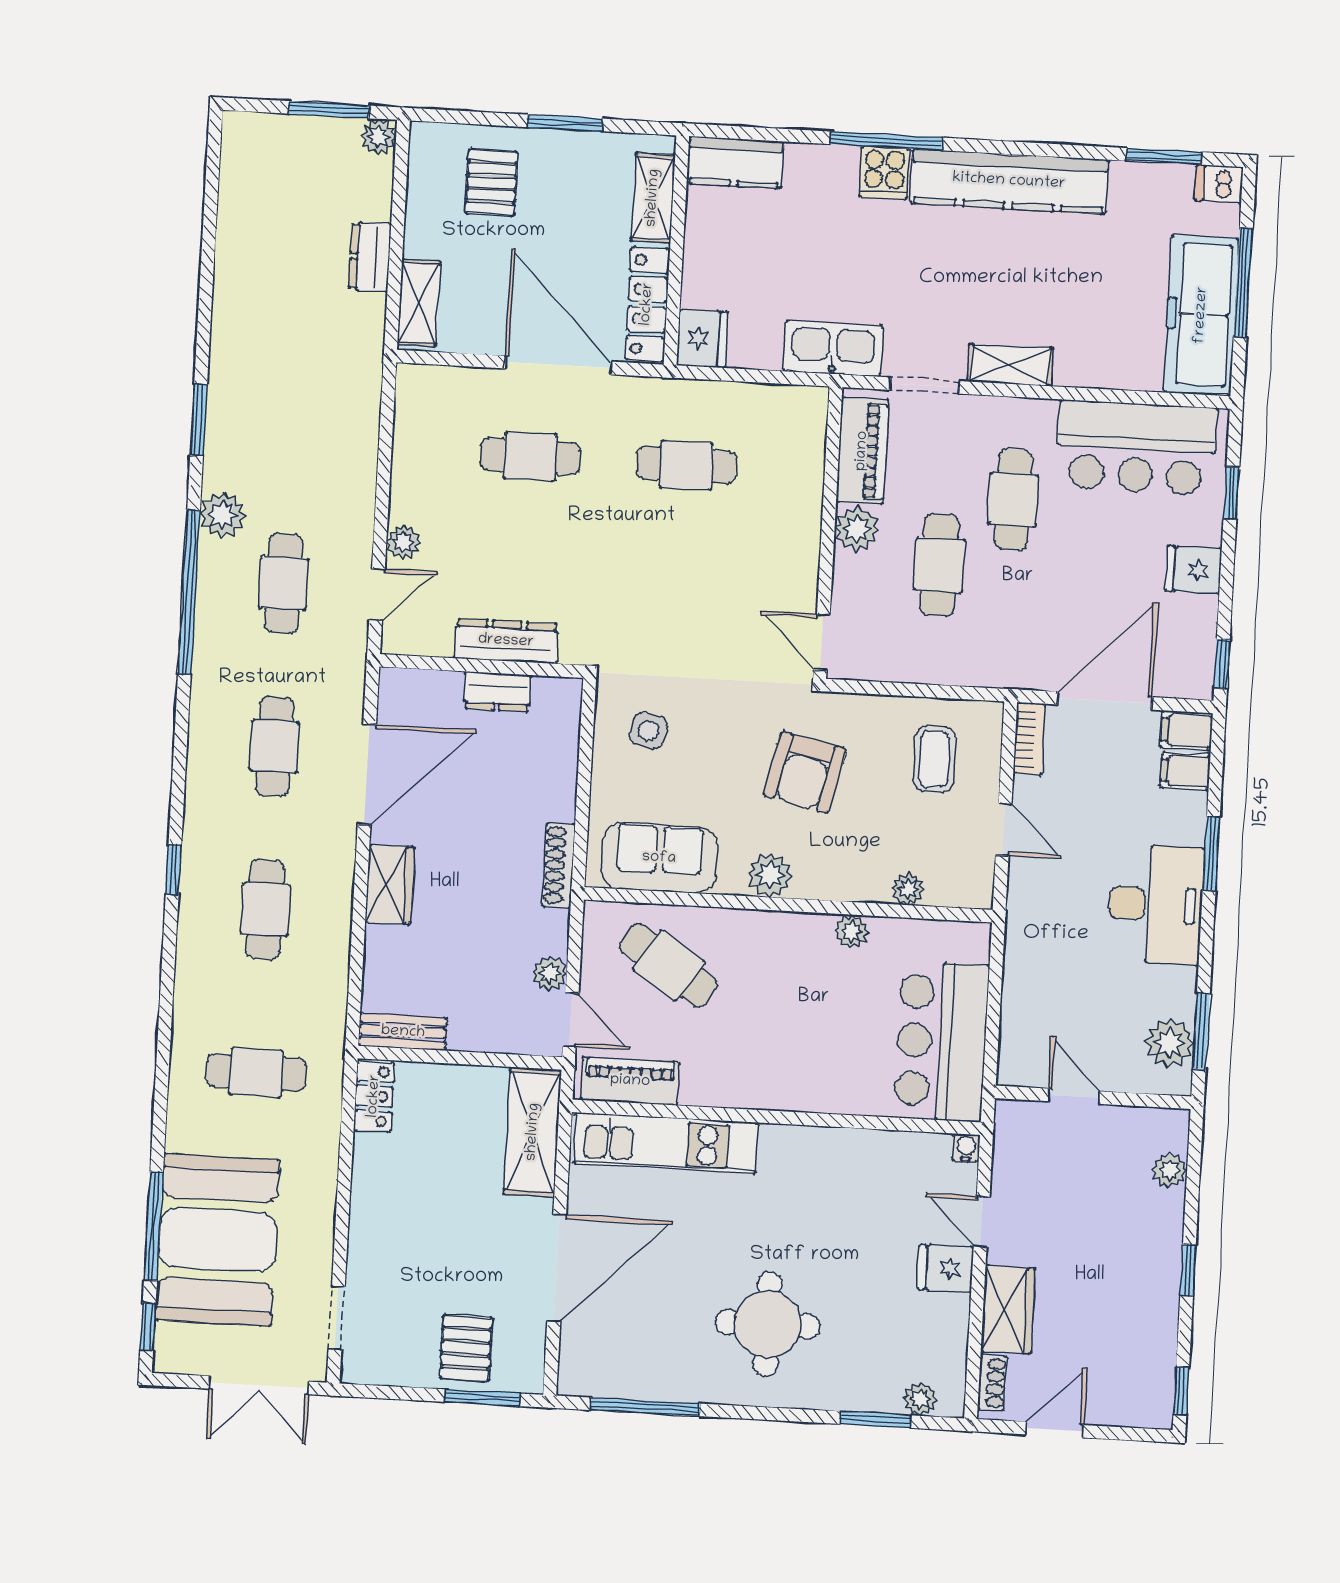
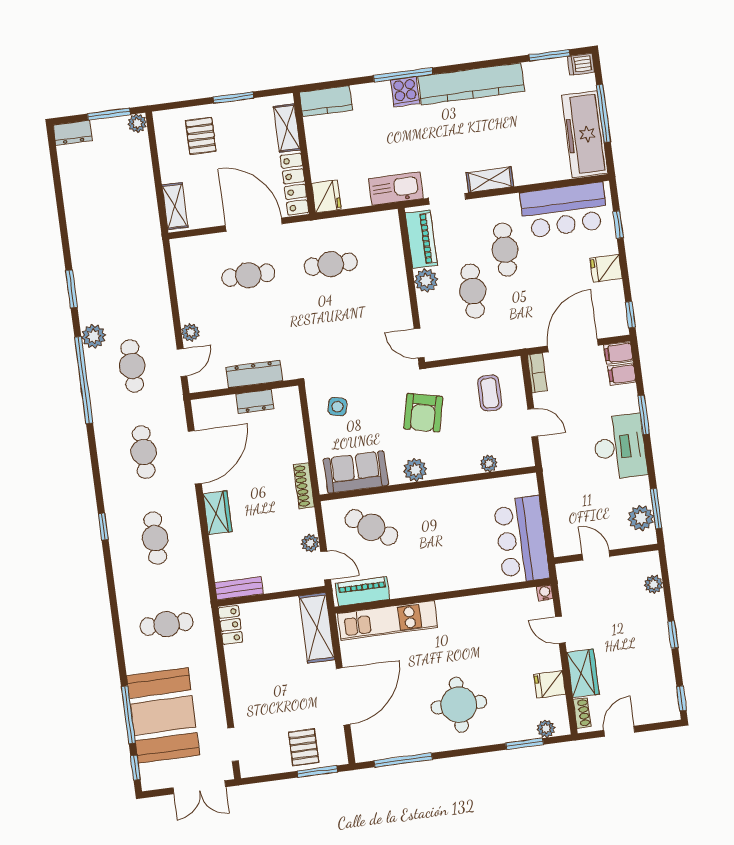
dresser: (370, 257) -> (73, 133), moved, turned -90
plant: (851, 932) -> (463, 491), removed
fridge: (945, 1268) -> (550, 684), moved

